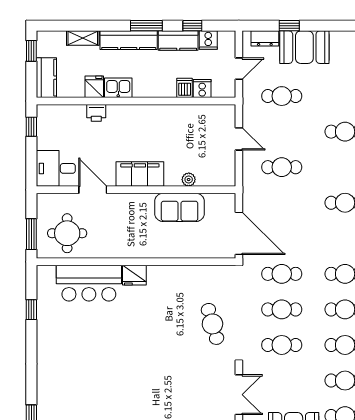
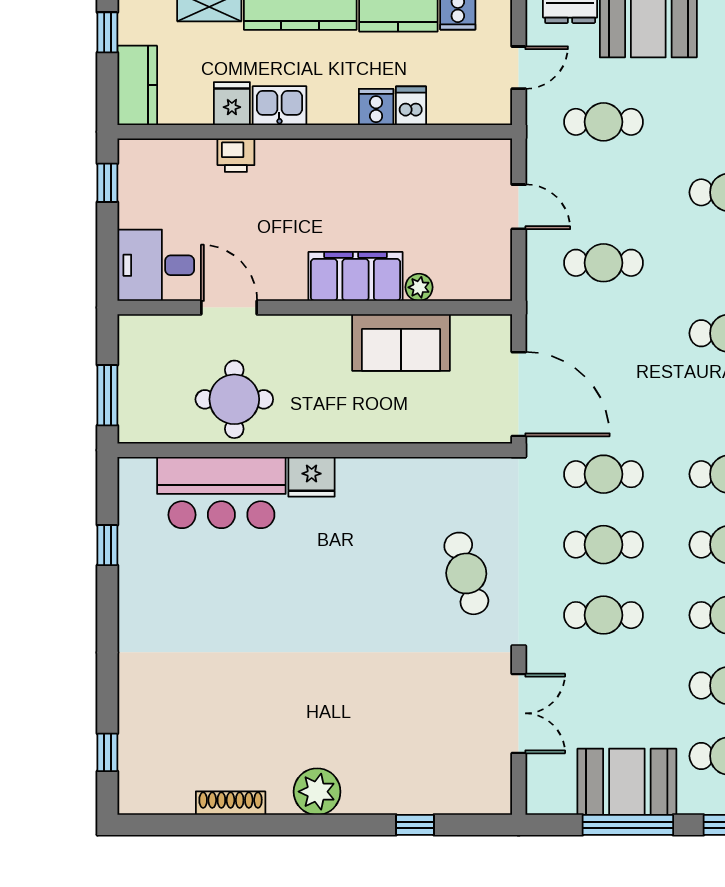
cooker: (202, 89) -> (376, 107), moved
filing cabinet: (140, 174) -> (356, 276), moved
round table: (67, 233) -> (234, 399), moved

